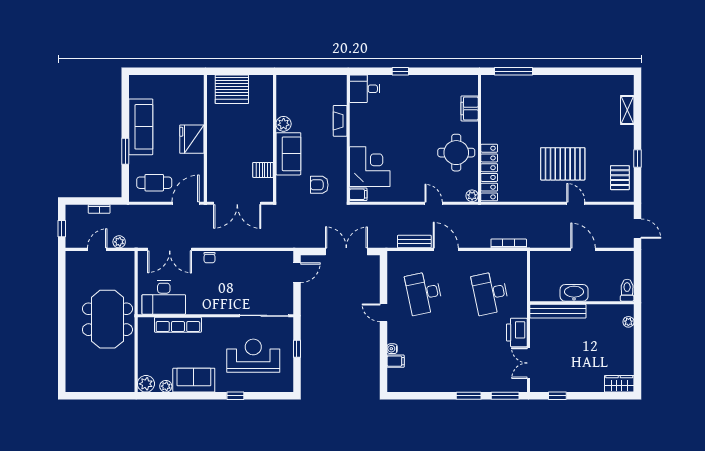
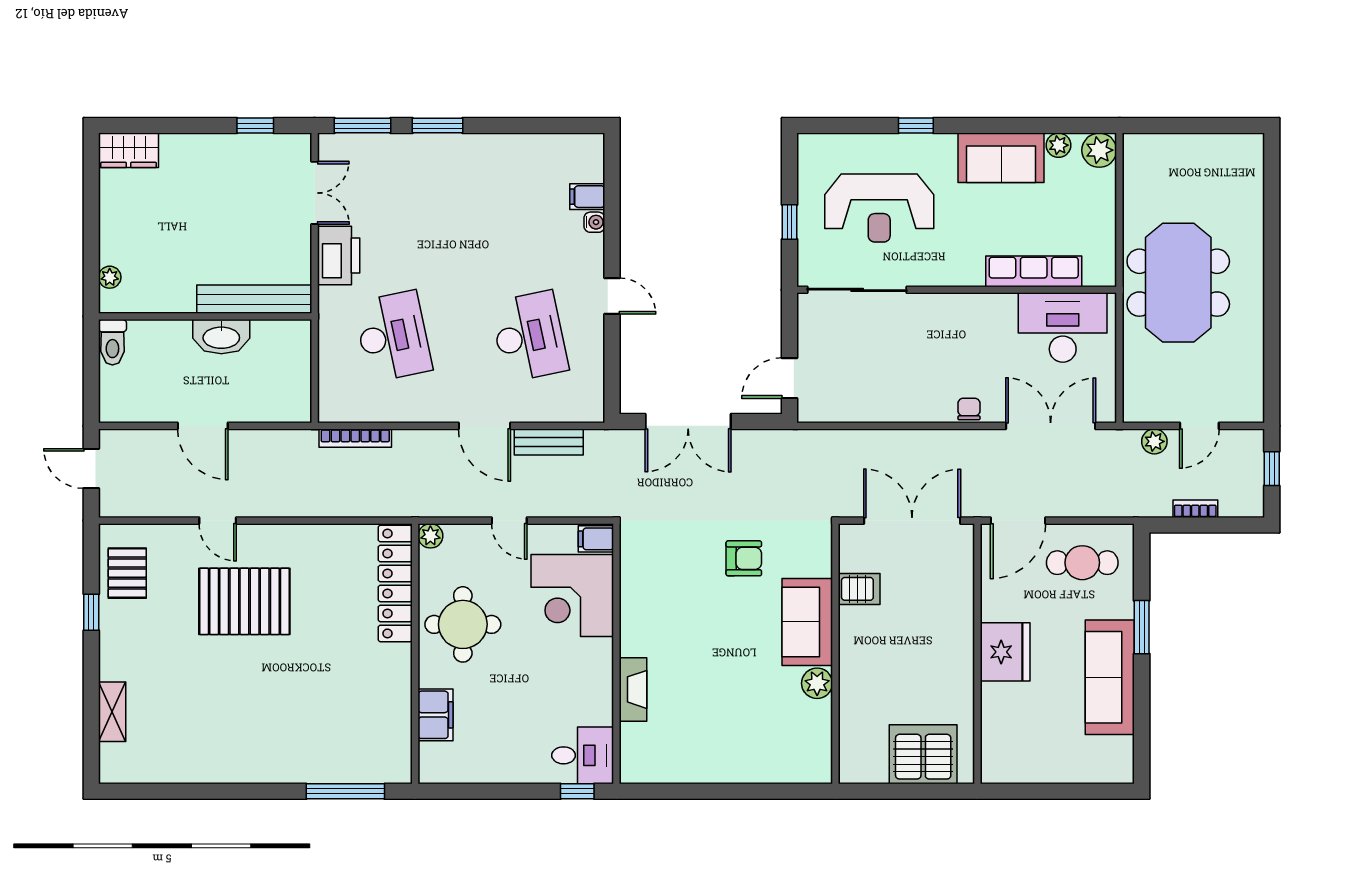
desk: (365, 89) -> (583, 755), moved
fireplace: (340, 121) -> (633, 689), moved
wall: (348, 138) -> (616, 654), moved
corner desk: (370, 167) -> (572, 596), moved
filing cabinet: (358, 194) -> (596, 539), moved

